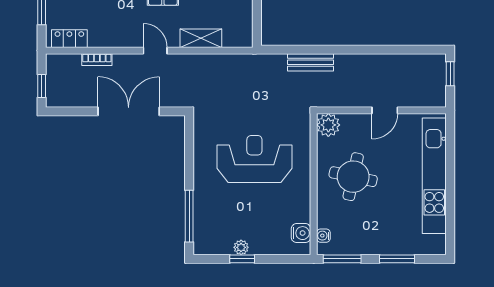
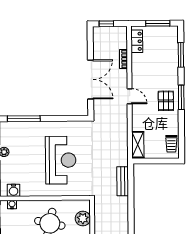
shelving: (201, 38) -> (138, 145), moved
door: (155, 51) -> (130, 96), hinge flipped
bench: (311, 62) -> (123, 181), moved
plant: (328, 125) -> (83, 219), moved

